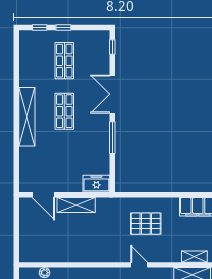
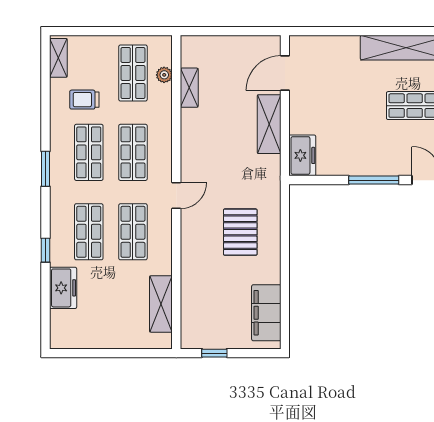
shelving: (194, 257) -> (189, 88), moved
door: (139, 265) -> (176, 196), moved

